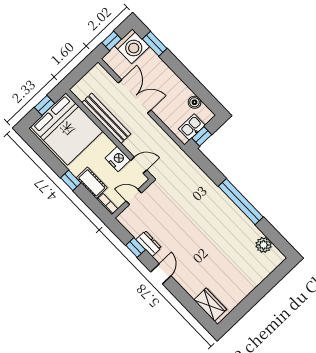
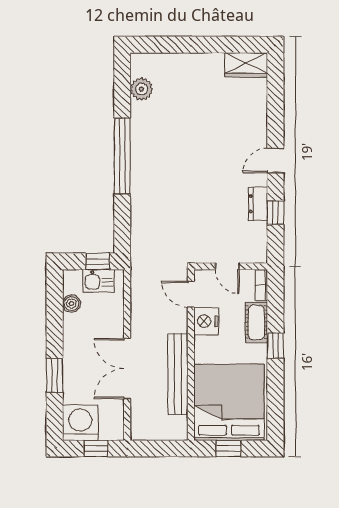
window: (155, 44) -> (55, 375), moved
wardrobe: (210, 305) -> (246, 65), moved, turned -90

